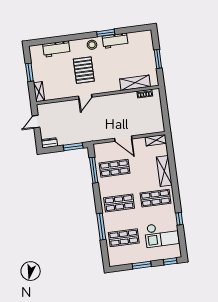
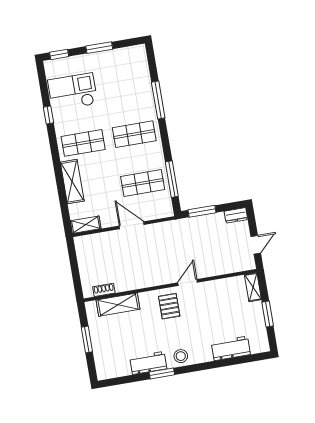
pallet: (84, 70) -> (169, 306), moved, width x0.67, depth x0.71
shop shelf: (124, 238) -> (126, 85), removed

